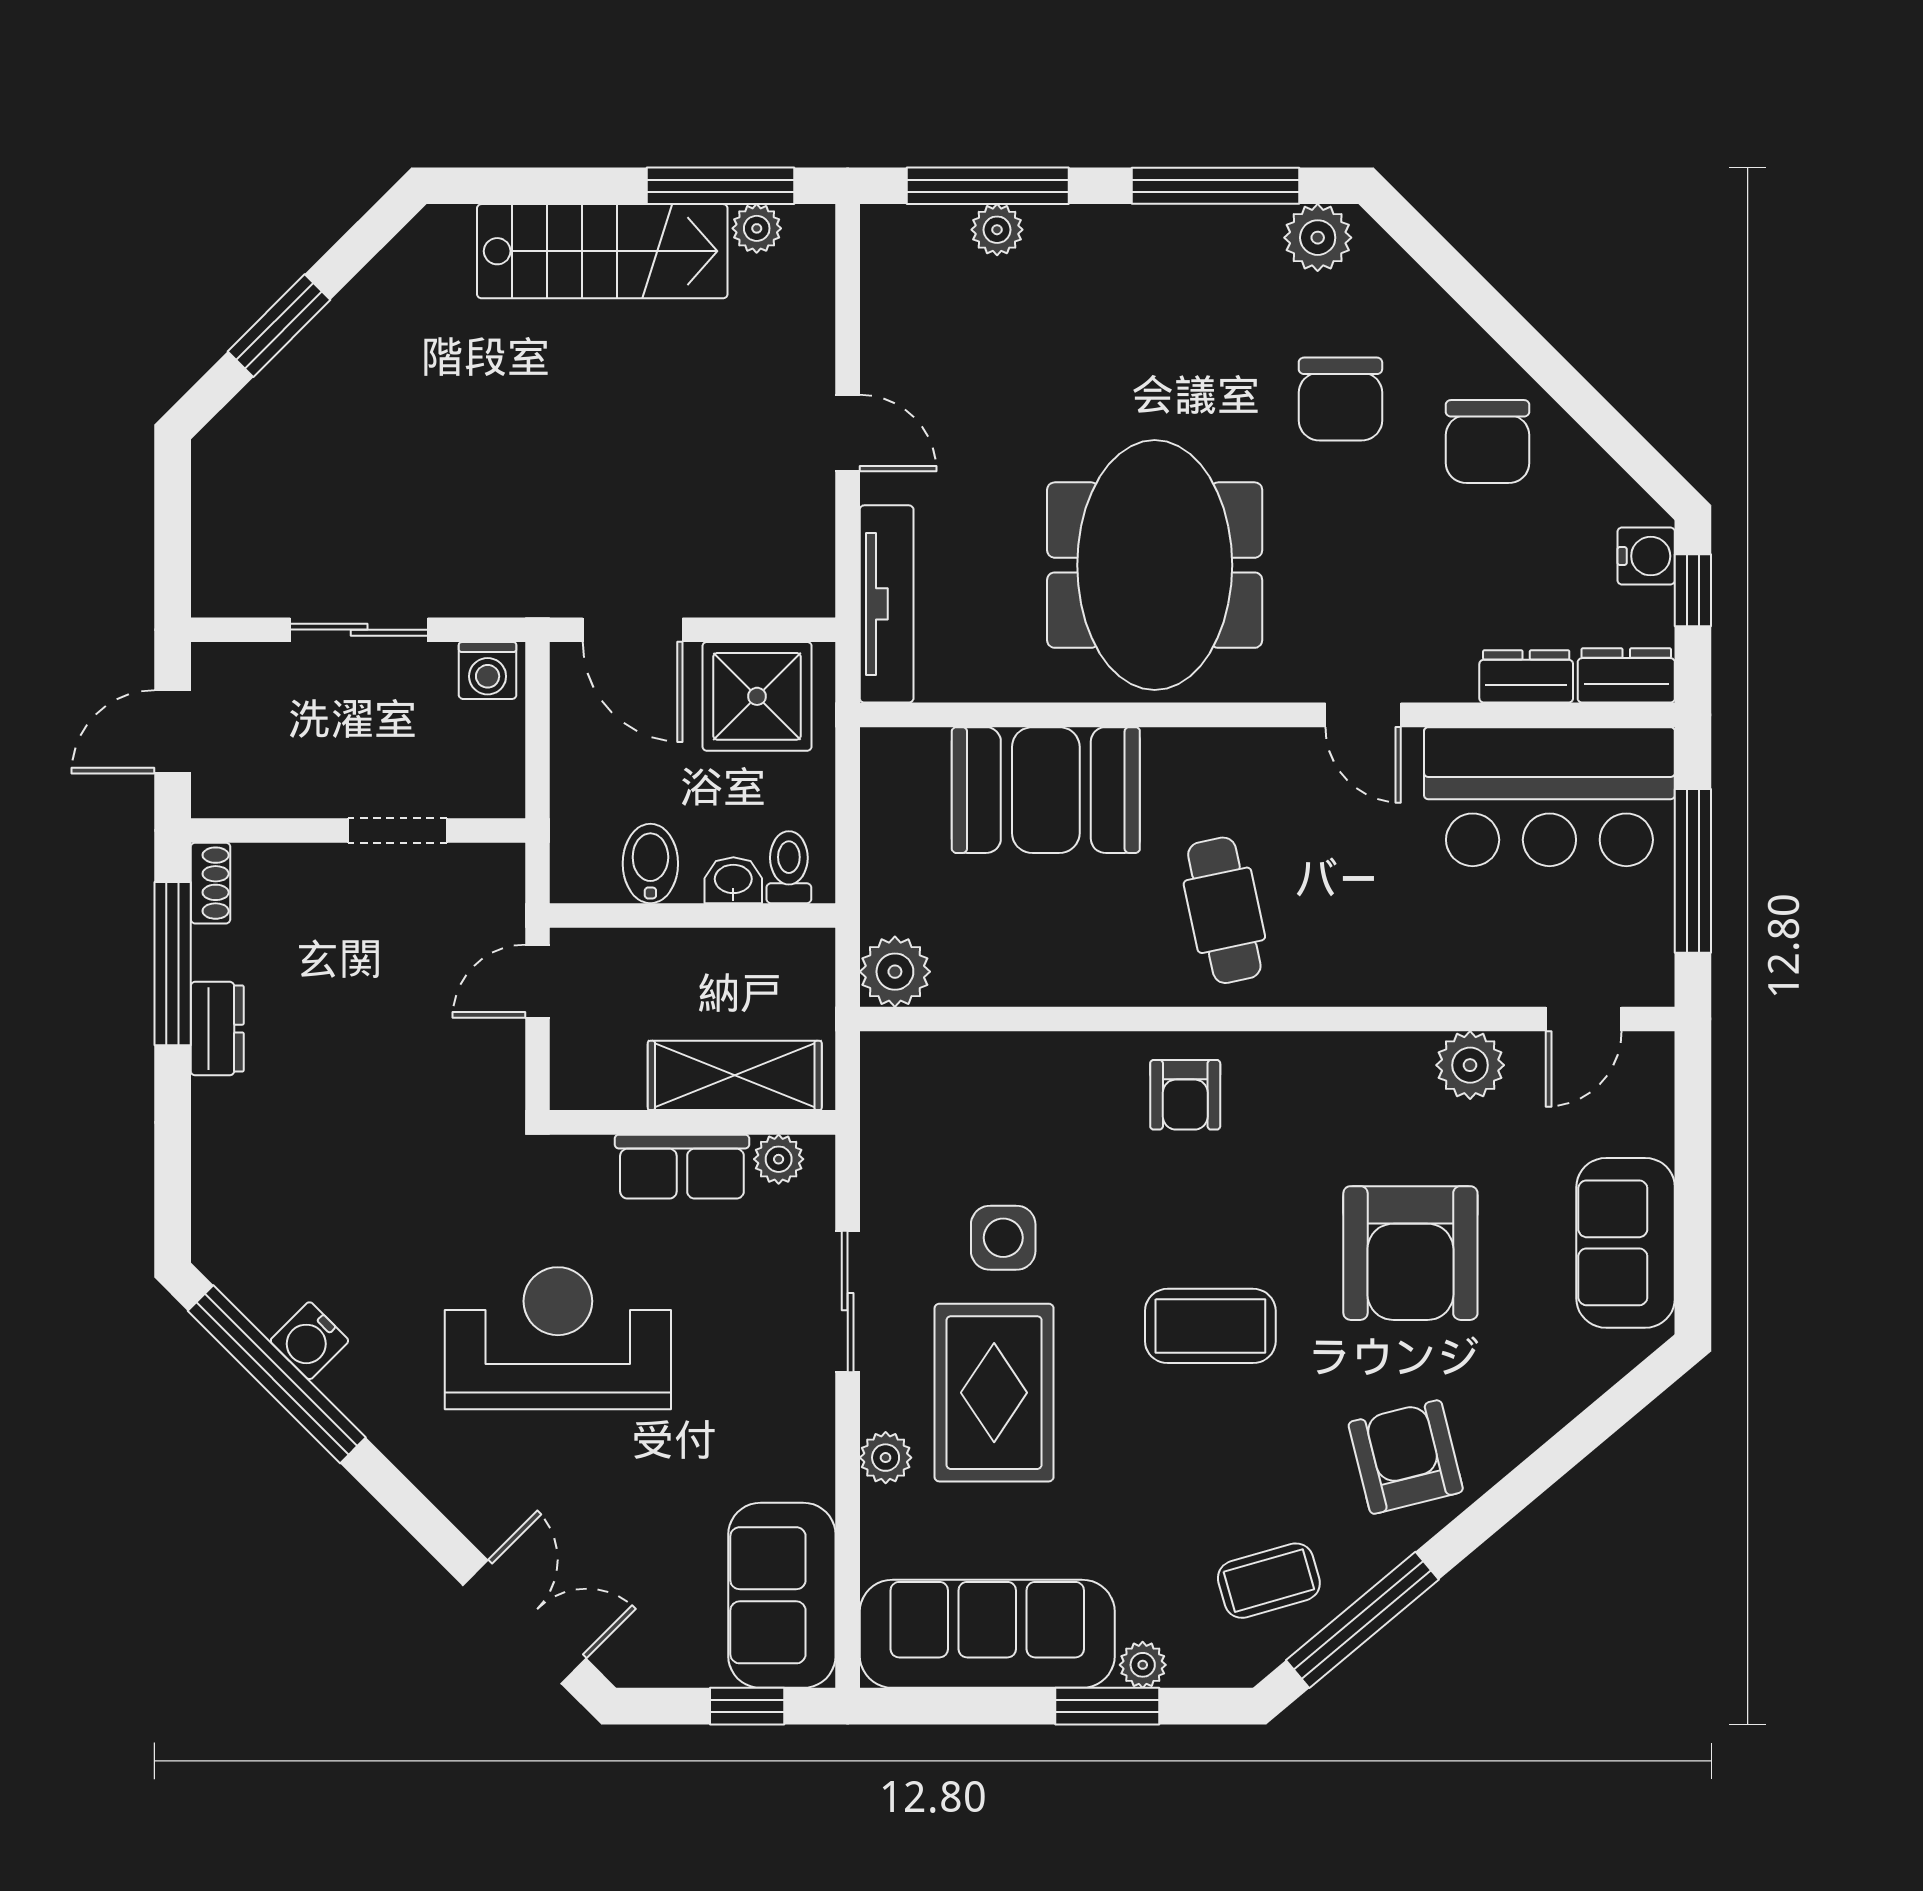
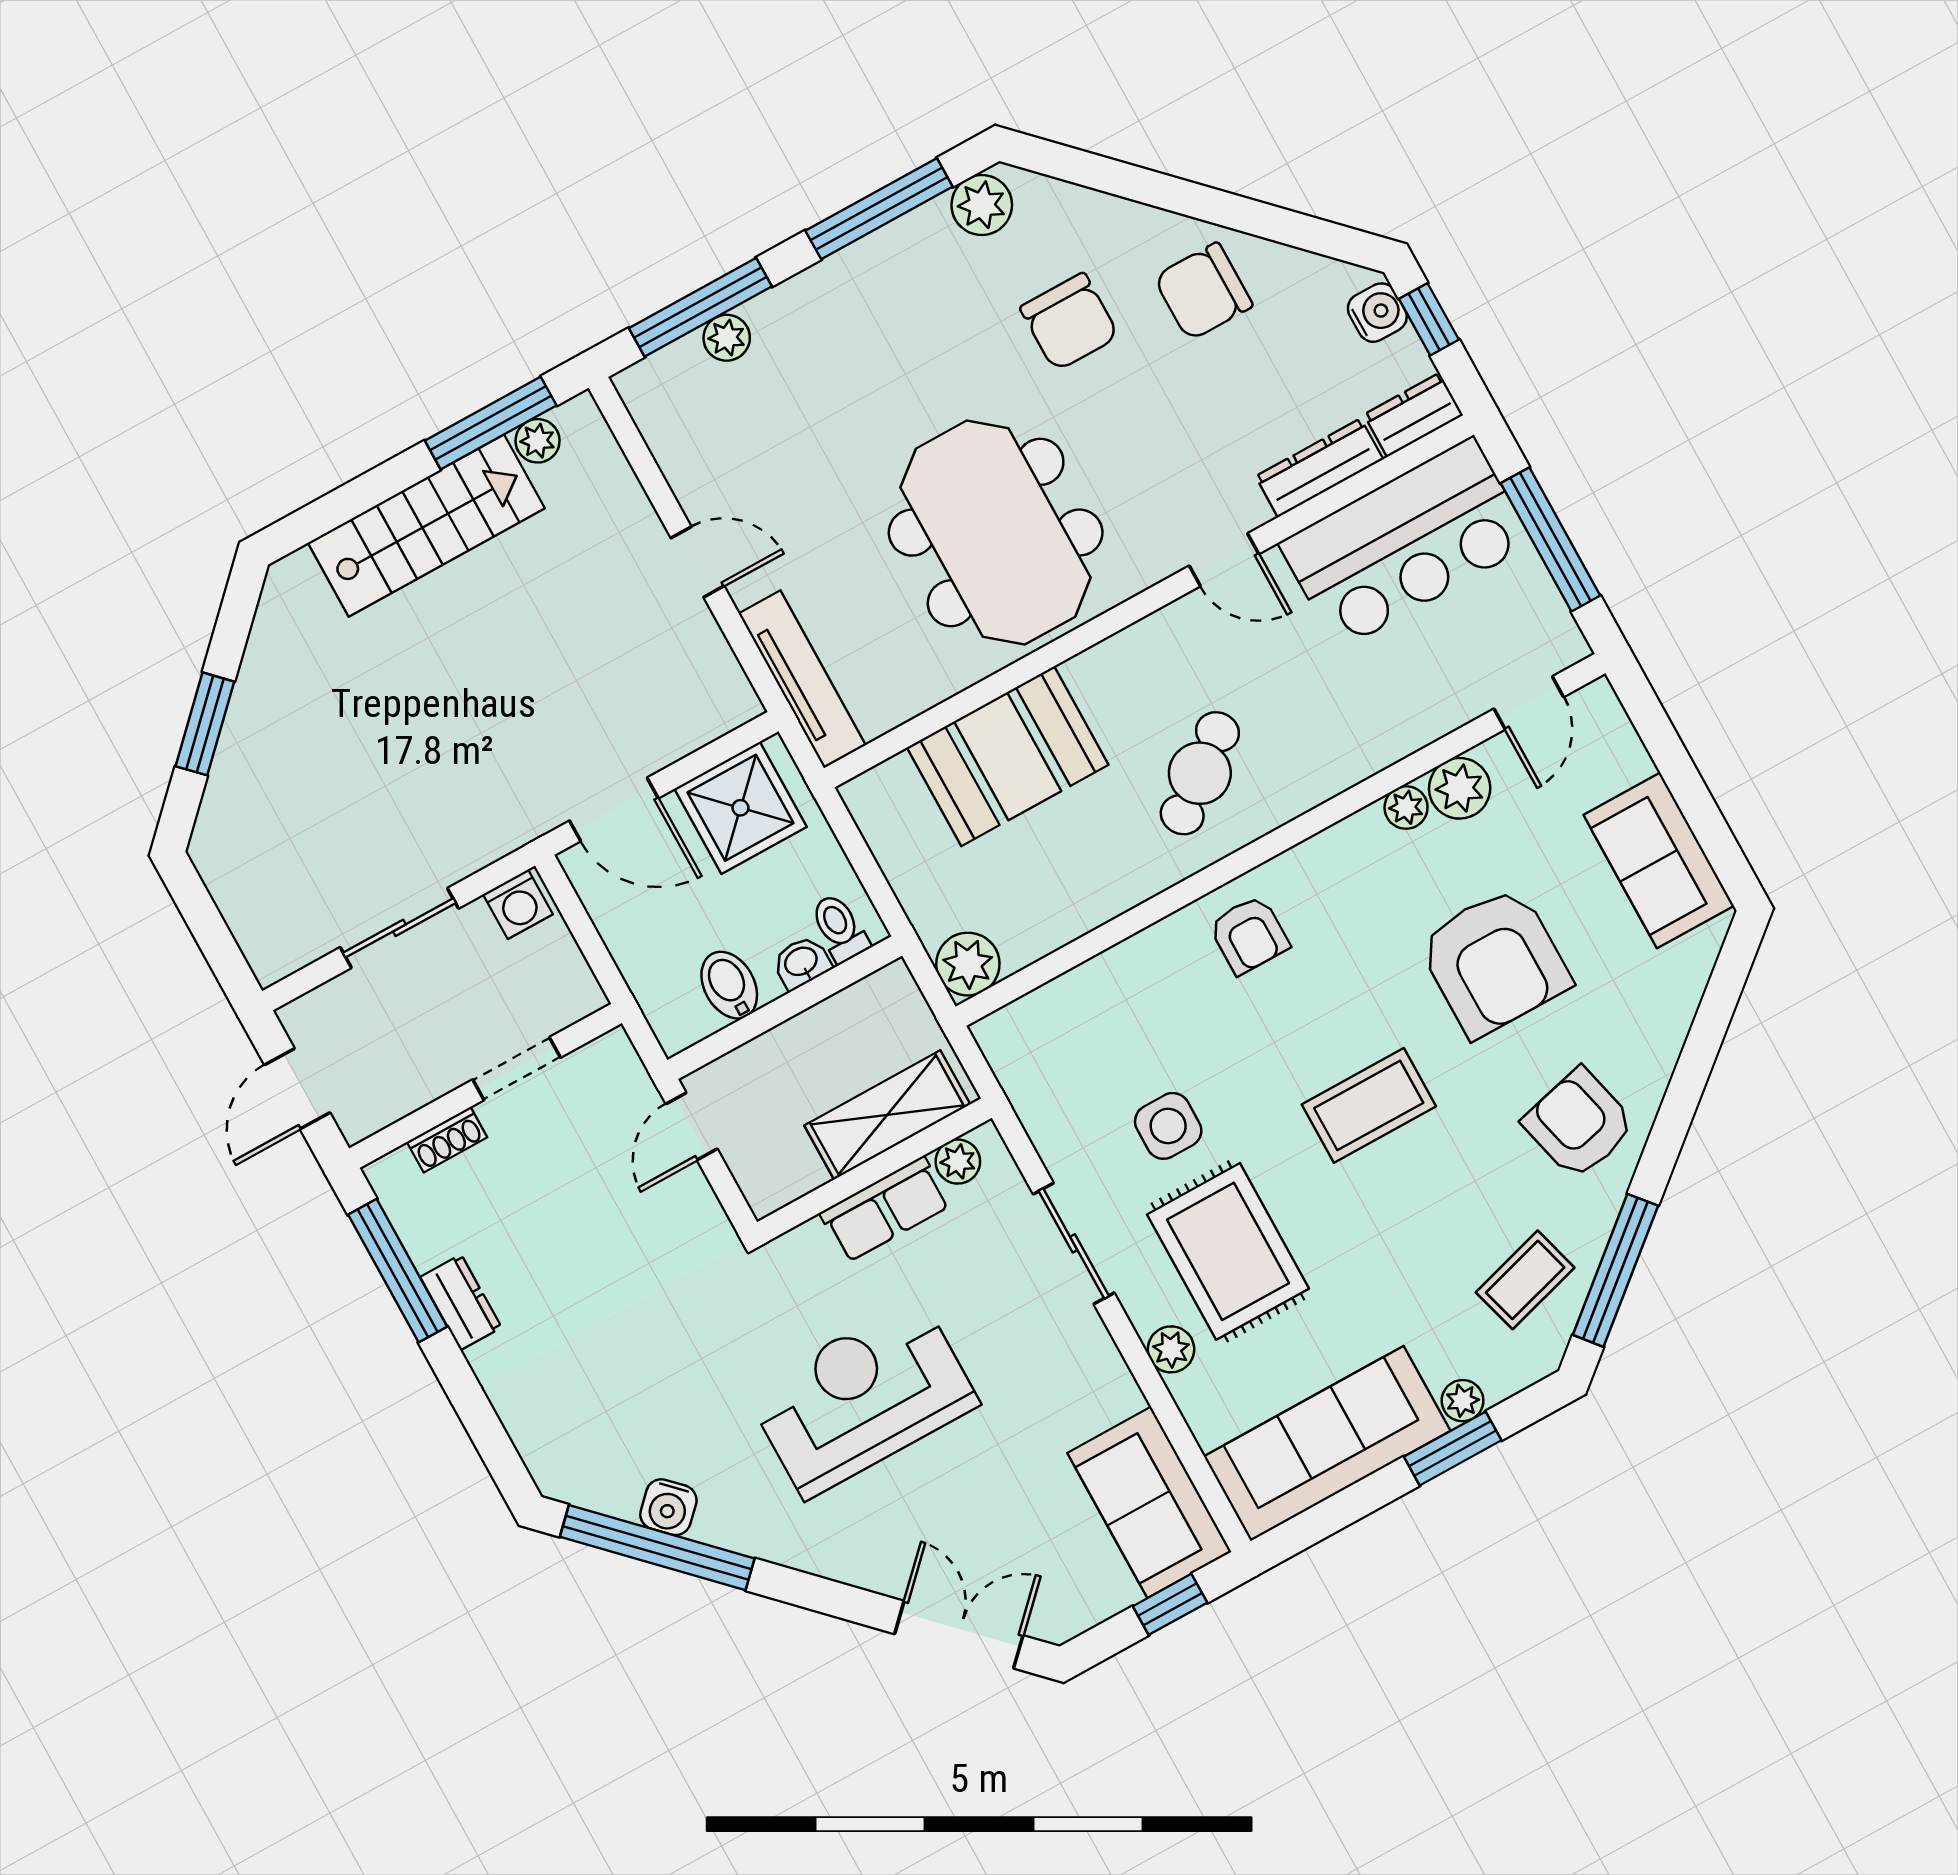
chair: (1488, 442) -> (1203, 291), turned 90
dresser: (1526, 676) -> (1319, 468), width x1.44
shoe rack: (210, 883) -> (447, 1140), moved, turned 90
cafe table: (1224, 910) -> (1200, 773), turned 64
plant: (1407, 1055) -> (1406, 807), added

